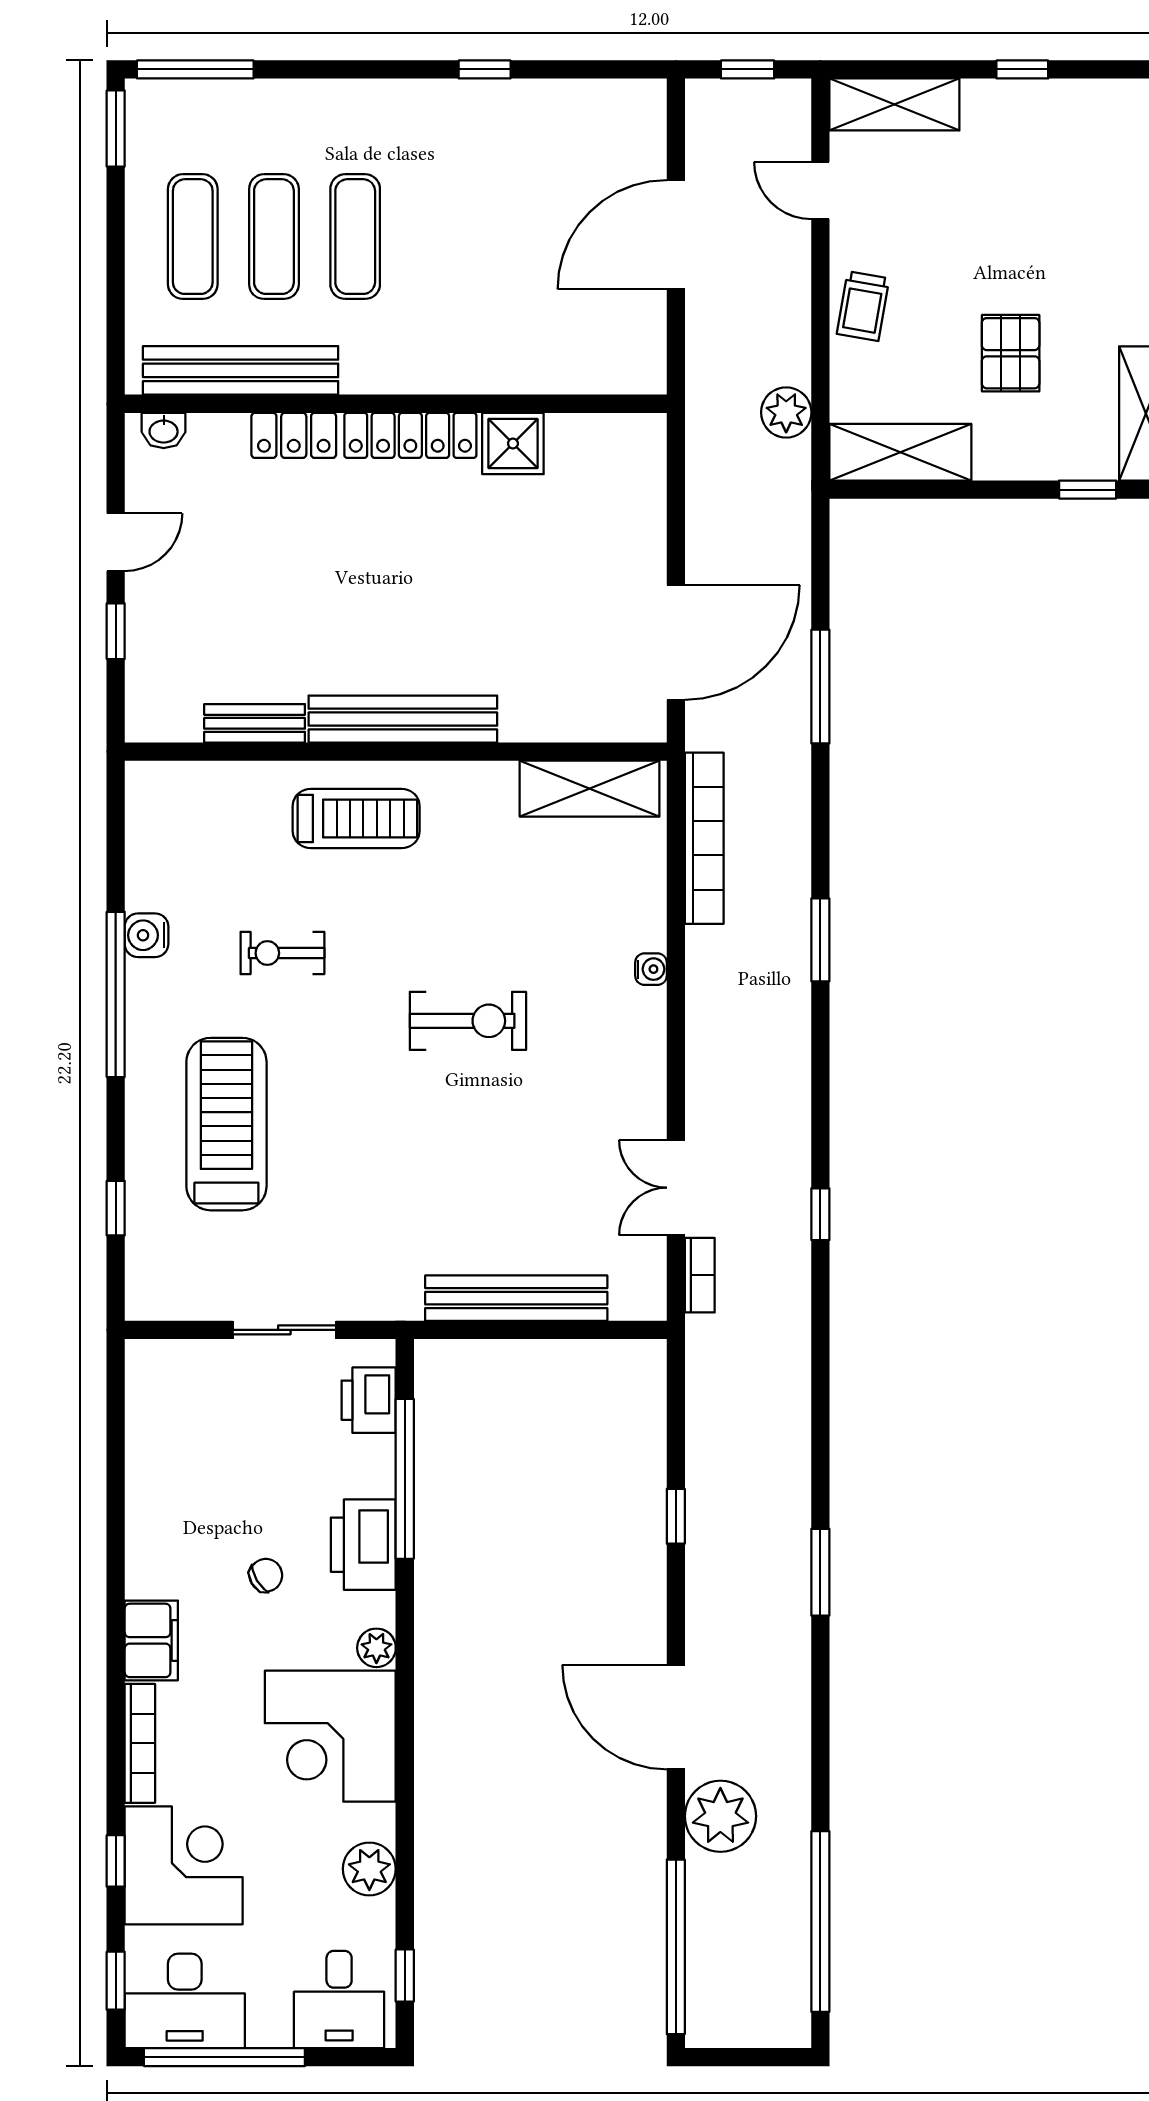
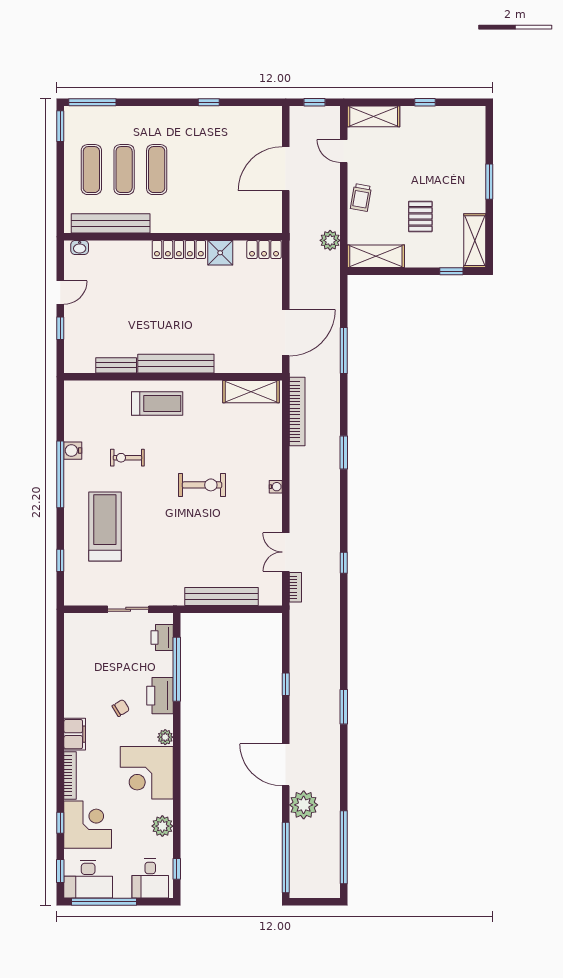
locker: (294, 435) -> (264, 249), moved
water cooler: (651, 969) -> (276, 487), moved

